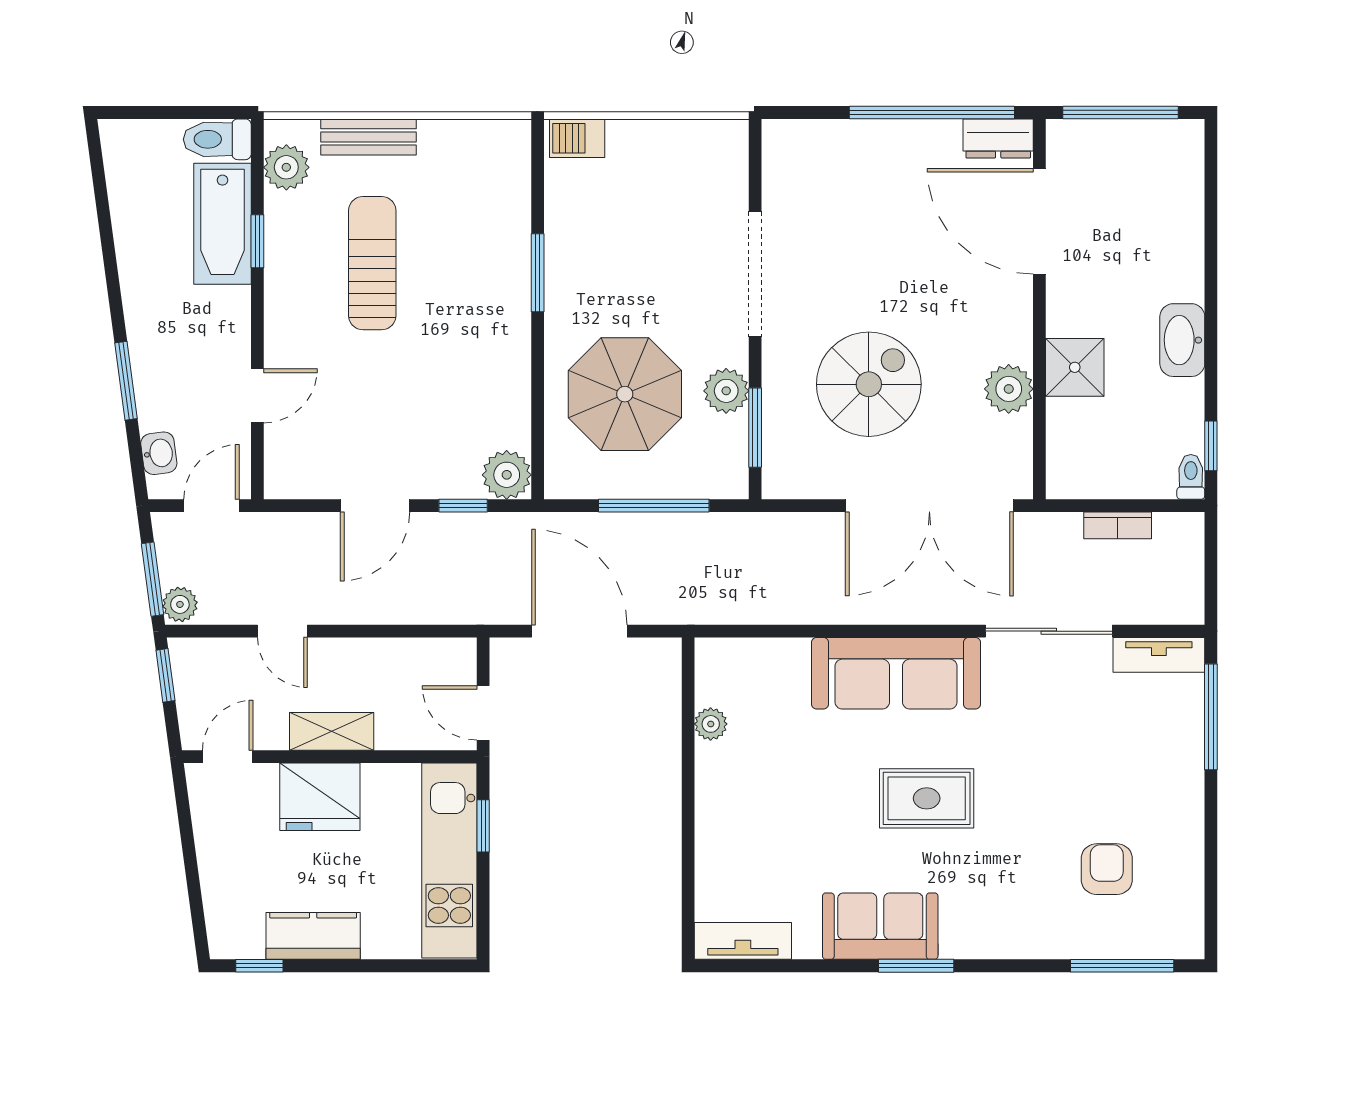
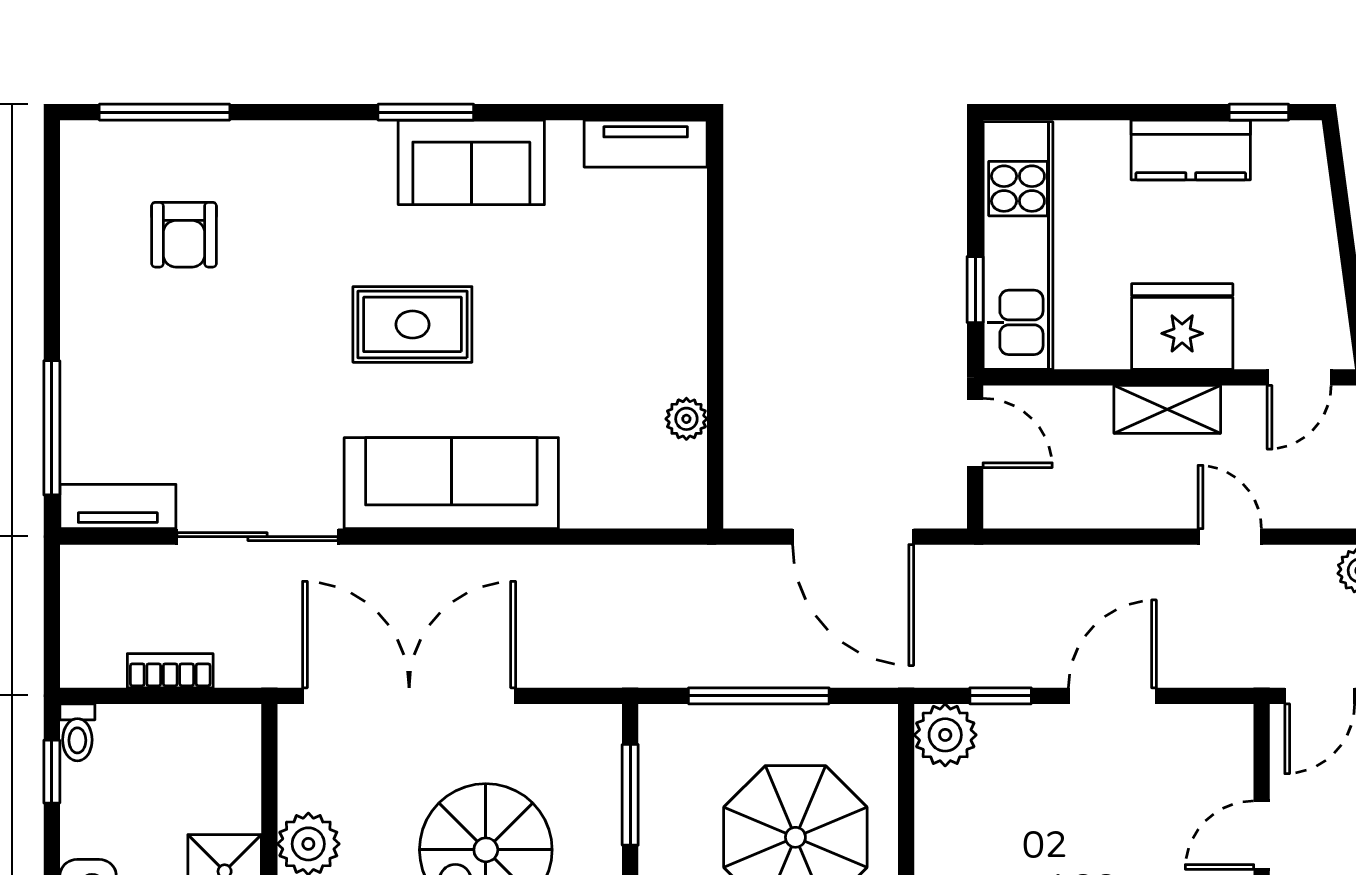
plant: (726, 391) -> (667, 841), removed

